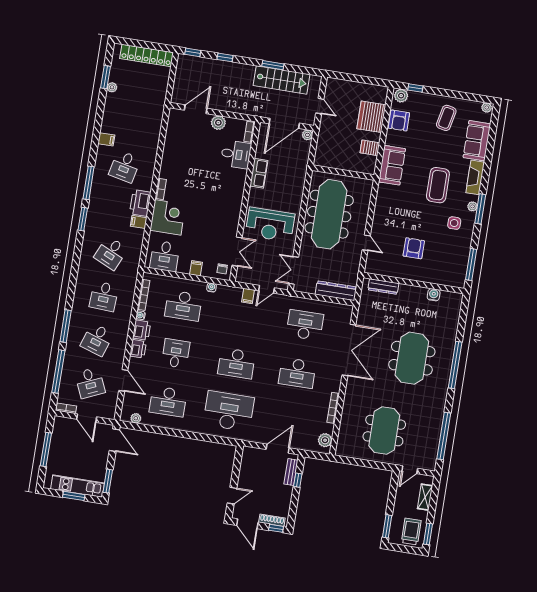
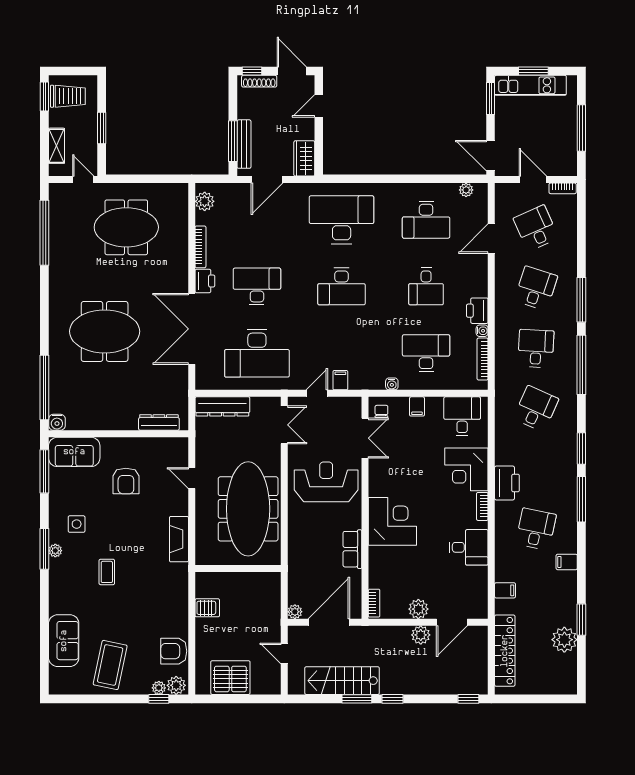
locker: (147, 55) -> (505, 651), moved, turned 90
window: (225, 57) -> (393, 699), moved
window: (106, 77) -> (581, 620), moved
plant: (112, 87) -> (564, 640), width x1.87, depth x1.87
plant: (220, 104) -> (421, 635), added
plant: (487, 107) -> (159, 688), moved
server rack: (371, 117) -> (230, 678), moved, turned -90
coffee table: (446, 118) -> (110, 665), width x1.36, depth x1.32
armchair: (399, 120) -> (174, 651), turned -90
desk: (236, 154) -> (469, 547), moved, turned 180
sofa: (392, 165) -> (74, 452), moved, turned -90
fireplace: (475, 177) -> (179, 539), moved, turned 180
coffee table: (438, 185) -> (107, 572), width x0.54, depth x0.58
corner desk: (227, 189) -> (392, 521), added
filing cabinet: (139, 222) -> (505, 590), moved
double door: (237, 252) -> (365, 438), swing flipped
water cooler: (434, 295) -> (57, 422), moved
desk: (305, 325) -> (257, 353), width x1.36, depth x1.30
printer: (138, 349) -> (205, 281), moved, turned 180
meeting table: (412, 358) -> (105, 331), turned 90
desk: (236, 363) -> (342, 286), turned 180
window: (455, 365) -> (44, 387), moved
window: (58, 371) -> (581, 365), moved
door: (123, 380) -> (491, 239), hinge flipped
desk: (168, 401) -> (426, 220), turned 180
desk: (229, 411) -> (342, 220), turned 180
meeting table: (384, 431) -> (126, 227), turned 90
wardrobe: (248, 460) -> (304, 158), added
door: (410, 470) -> (83, 180), hinge flipped
bench: (291, 472) -> (244, 144), width x1.36
window: (298, 480) -> (233, 141), width x2.17
window: (387, 526) -> (102, 128), moved
trolley: (411, 531) -> (68, 96), turned -90

